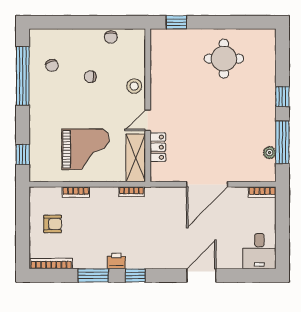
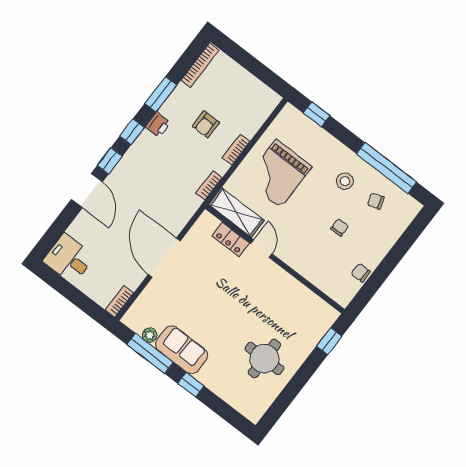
stool: (134, 86) -> (345, 181), moved
sofa: (263, 122) -> (182, 350), added
bookcase: (76, 192) -> (236, 150), moved
armchair: (53, 224) -> (206, 124), moved
window: (168, 275) -> (110, 161), added

